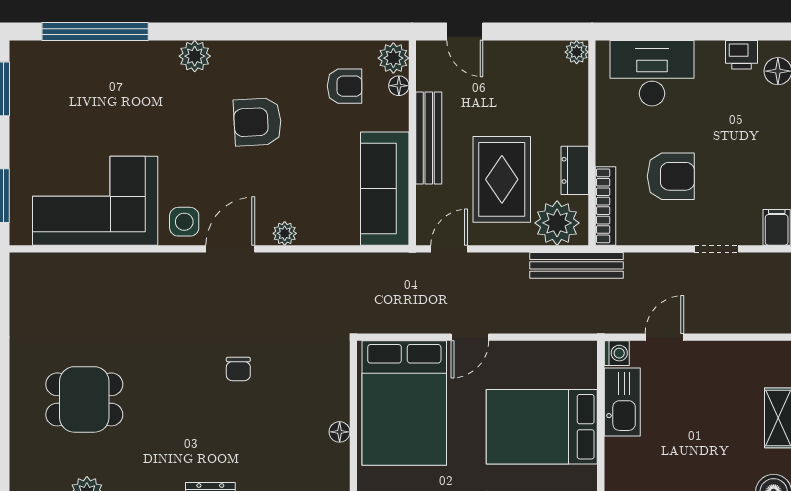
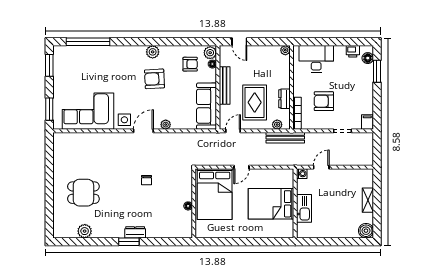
plant: (195, 56) -> (153, 52), moved
armchair: (671, 176) -> (324, 101), turned 180
plant: (557, 223) -> (277, 125), width x0.53, depth x0.53
kitchen sink: (622, 402) -> (304, 208), moved

